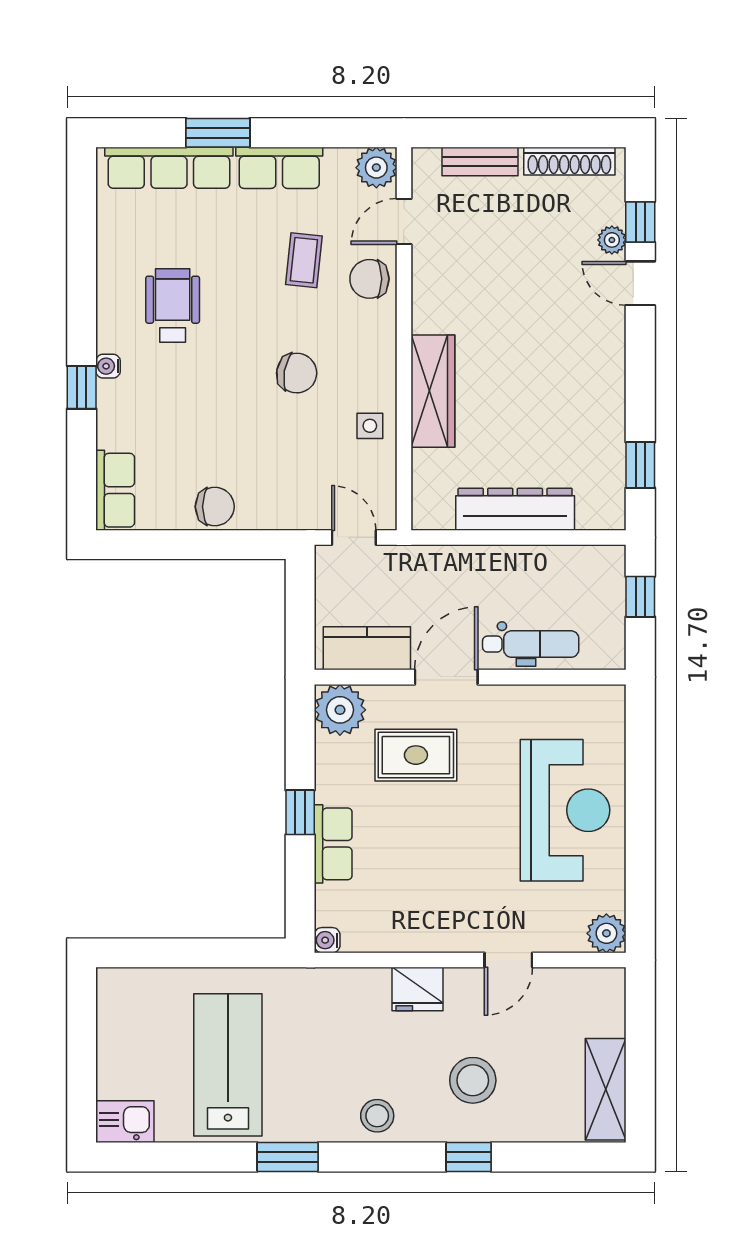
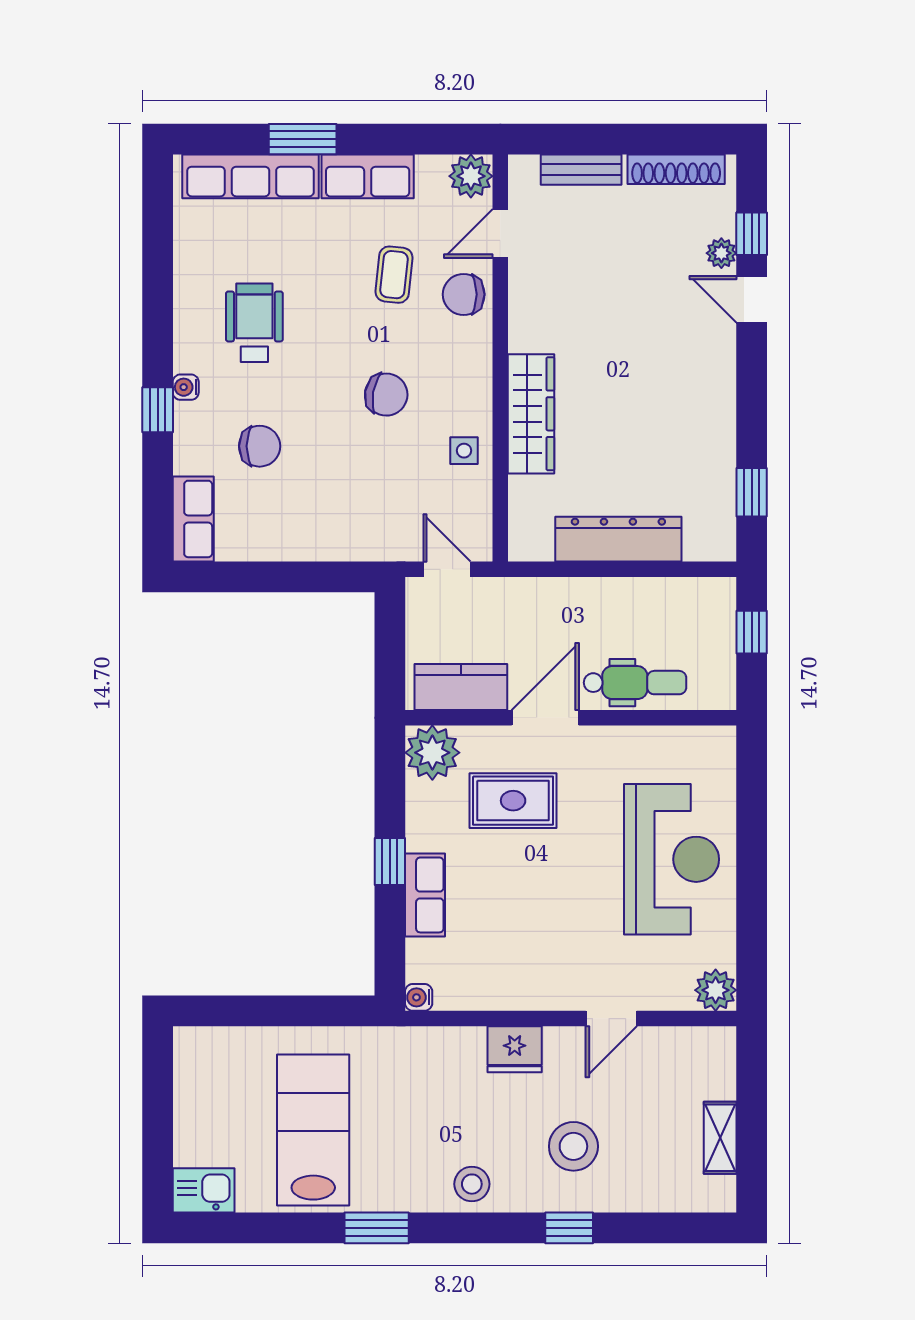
chair: (215, 507) -> (260, 446), moved
shelving: (606, 1089) -> (720, 1138), width x0.67, depth x0.75

